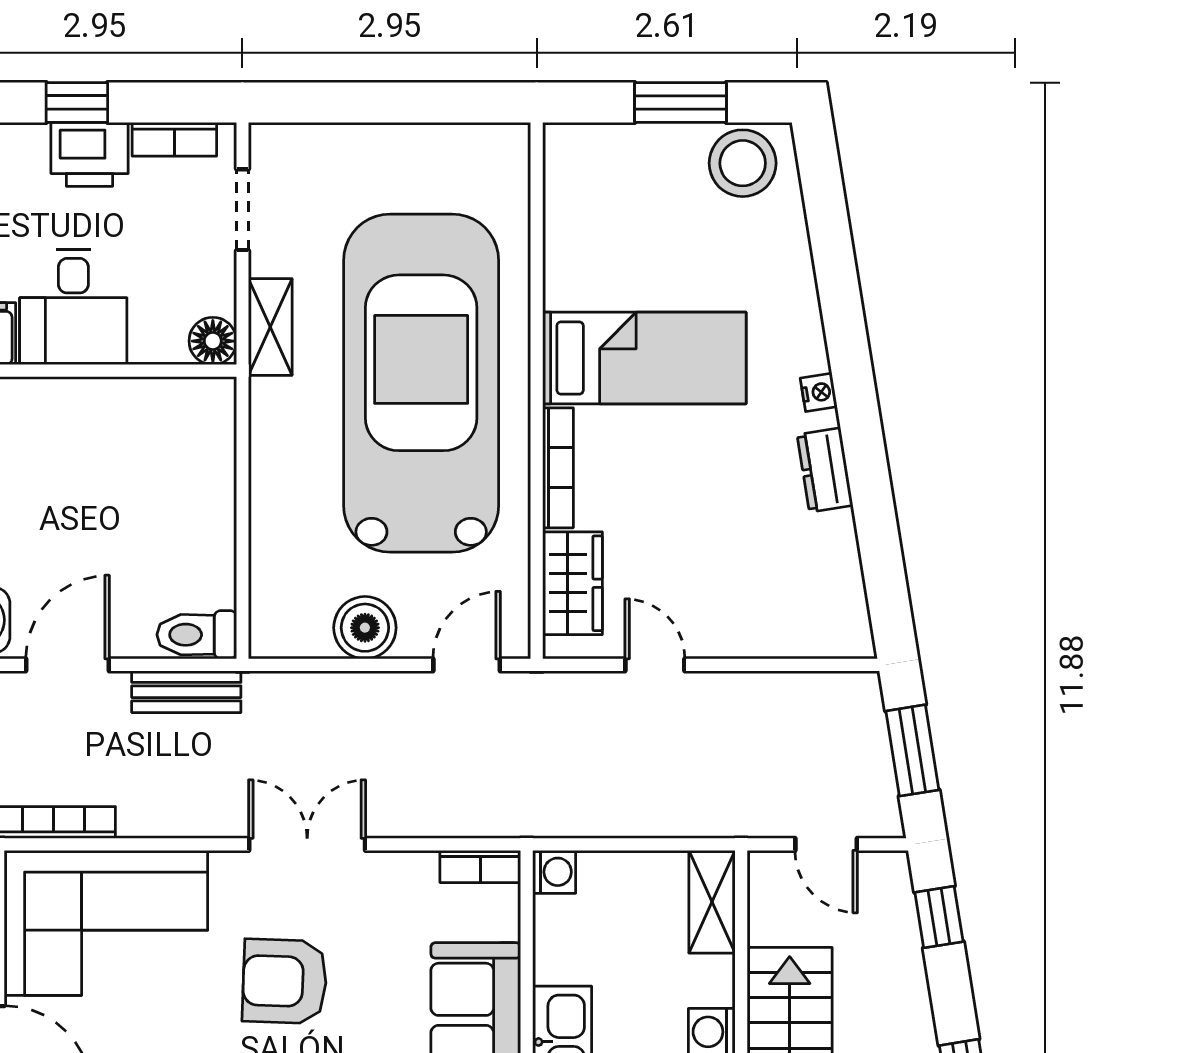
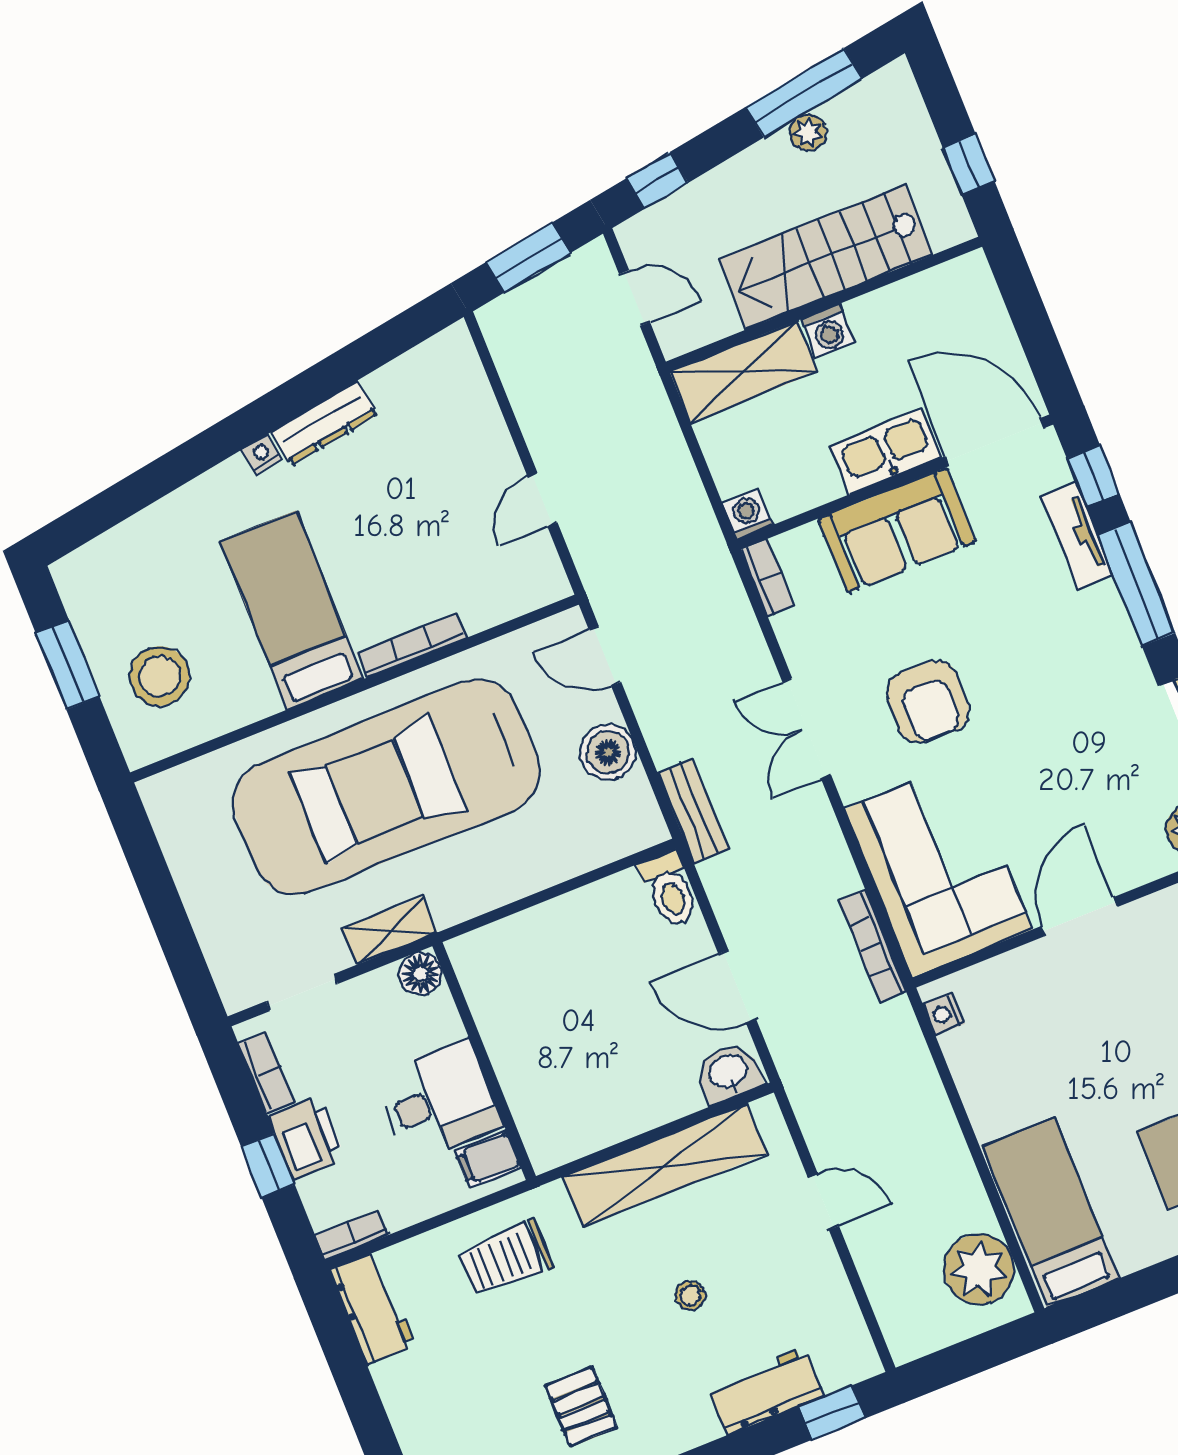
stool: (743, 163) -> (159, 676), moved
dresser: (825, 470) -> (324, 423), width x1.44
wardrobe: (572, 583) -> (502, 595), removed
bench: (186, 692) -> (693, 811), moved
door: (826, 844) -> (635, 298), hinge flipped
shelving: (712, 902) -> (744, 372), width x1.50, depth x1.33

